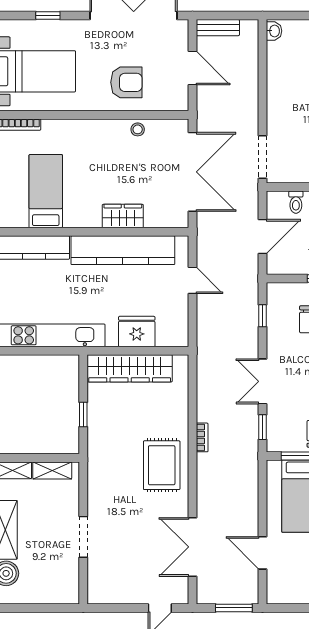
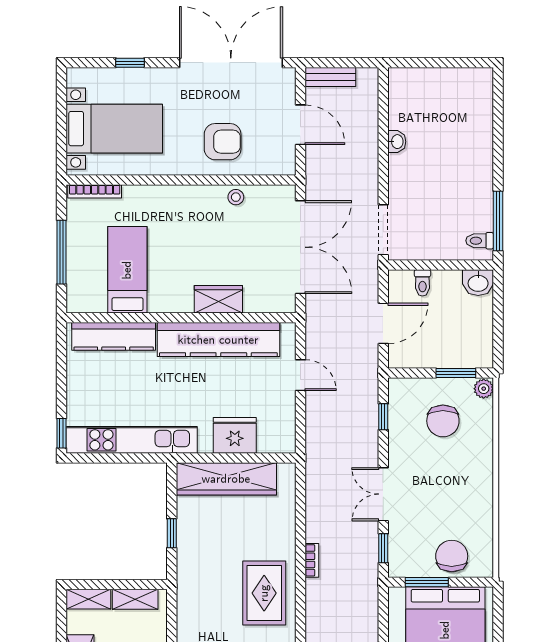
washbasin: (274, 31) -> (397, 142), moved

